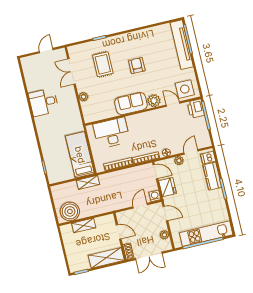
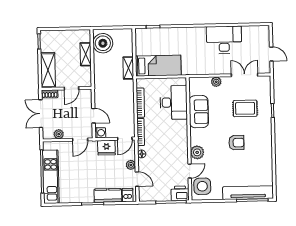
desk: (44, 102) -> (224, 40), width x1.37
sofa: (131, 104) -> (199, 112), moved

